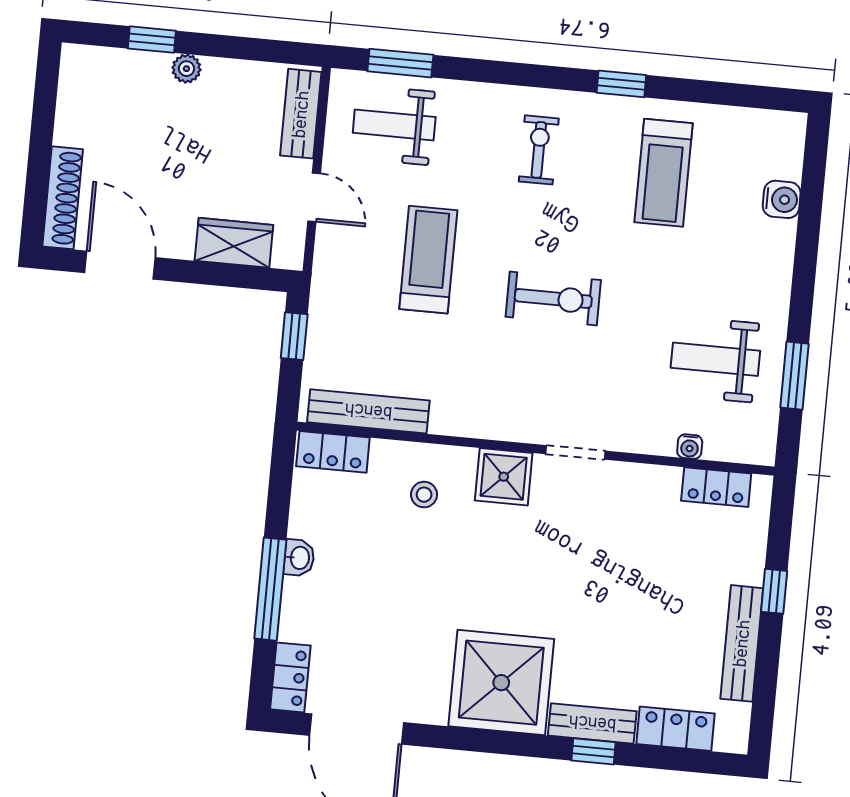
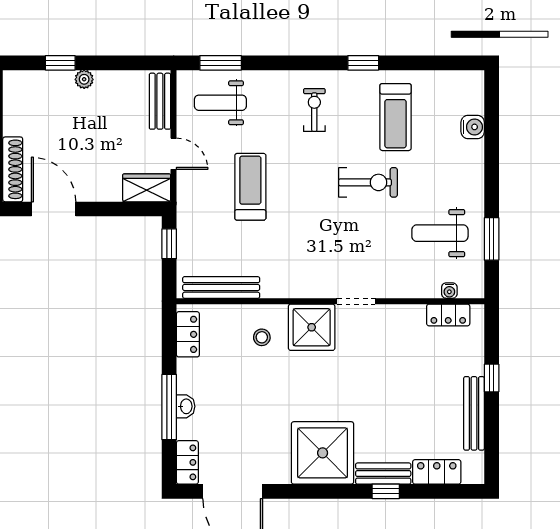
wardrobe: (234, 243) -> (147, 188), moved
exercise bike: (553, 298) -> (368, 182), moved
water cooler: (690, 447) -> (449, 291), moved
locker: (333, 452) -> (188, 334), moved, turned -90
shower: (504, 477) -> (312, 327), width x1.36, depth x1.36
washbasin: (299, 558) -> (186, 406), moved

